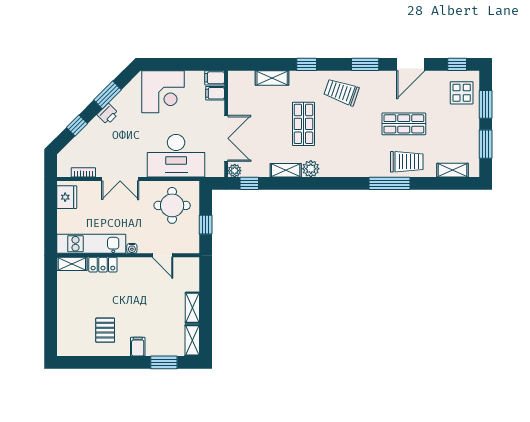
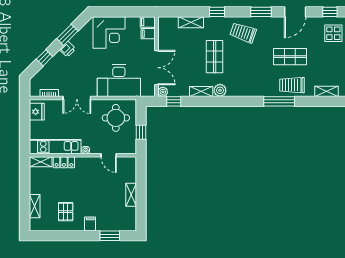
trolley: (407, 162) -> (292, 85), turned 180
shelving: (192, 340) -> (35, 206), moved

